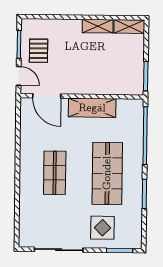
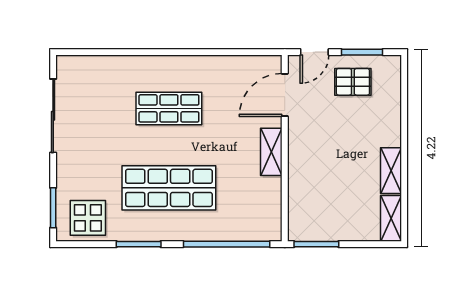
shelving: (92, 108) -> (271, 152), width x0.67, depth x0.75
display table: (102, 228) -> (88, 218), moved

